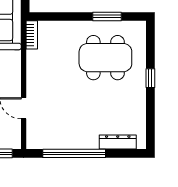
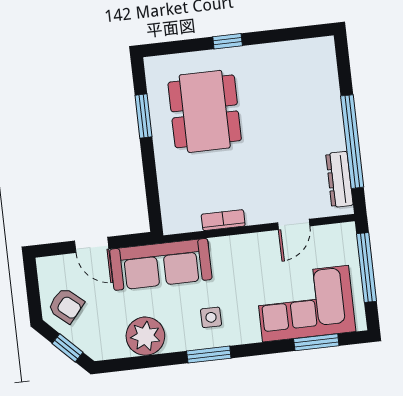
bookcase: (32, 35) -> (223, 220), moved
dresser: (118, 142) -> (339, 179), moved

